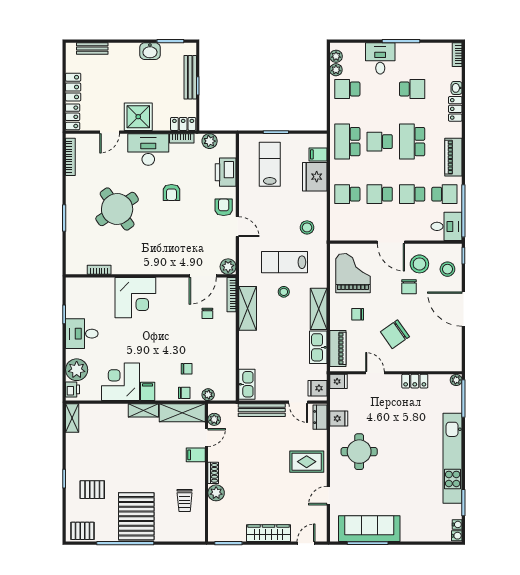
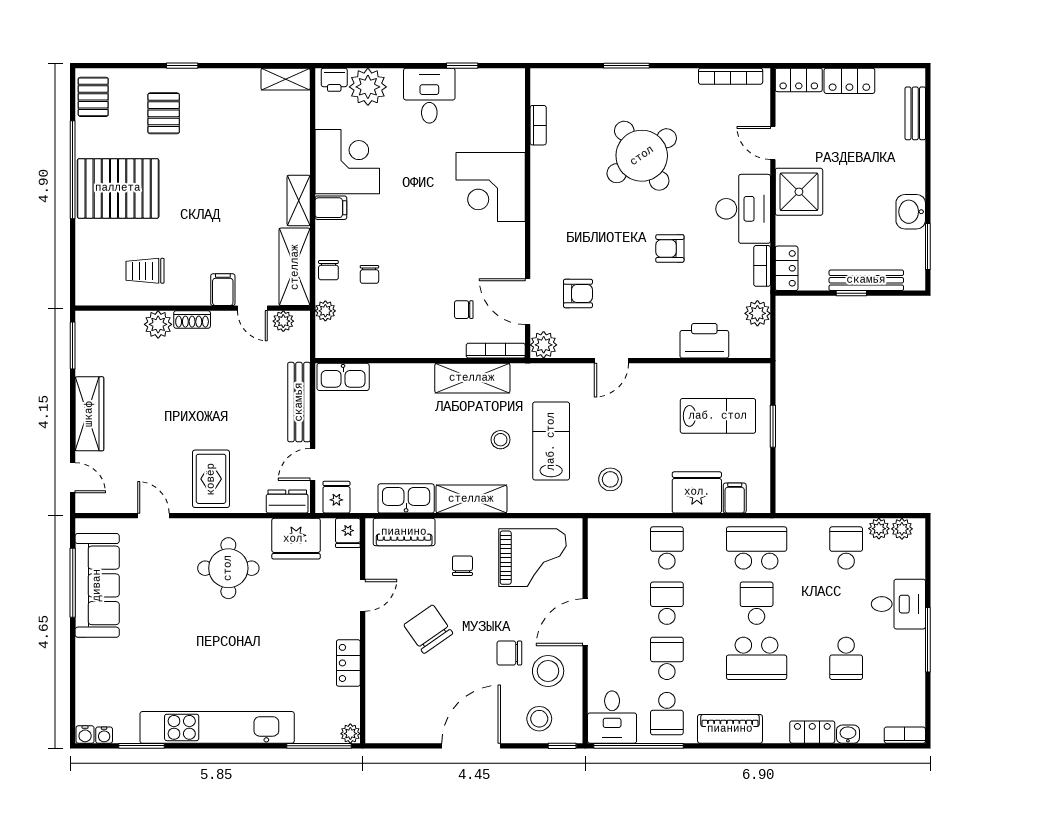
school desk: (412, 142) -> (757, 658), turned 180
armchair: (224, 207) -> (578, 293), moved
fridge: (339, 418) -> (296, 539), width x1.88, depth x1.34

